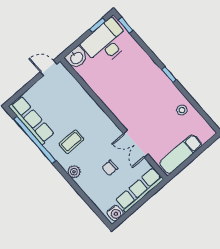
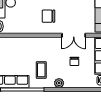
chair: (133, 101) -> (49, 16), added

